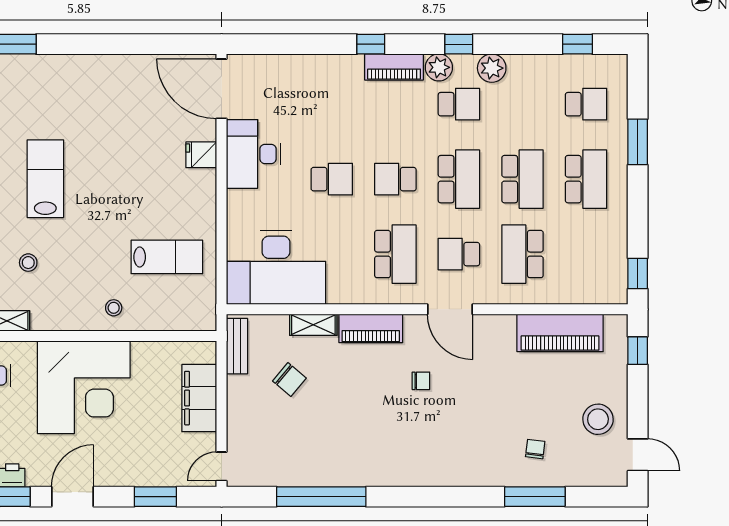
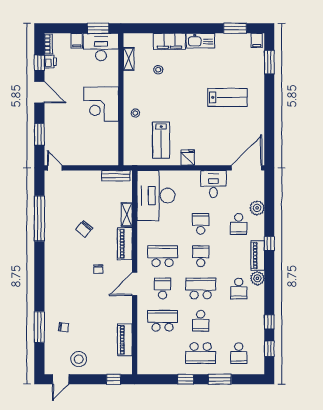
window: (459, 44) -> (269, 322), moved
plant: (492, 68) -> (257, 208), moved
school desk: (332, 104) -> (239, 224), added
desk: (253, 154) -> (213, 184), width x0.73
fridge: (201, 155) -> (188, 158), moved
lab bench: (45, 179) -> (227, 97), moved
school desk: (332, 179) -> (201, 224), turned 180
school desk: (459, 179) -> (201, 288), turned 180
school desk: (522, 179) -> (201, 321), width x0.54
school desk: (395, 254) -> (163, 256), turned 180
window: (638, 273) -> (186, 379), moved
piano: (560, 333) -> (125, 340), width x0.73, depth x0.75
chair: (289, 380) -> (84, 229), moved
corner desk: (84, 387) -> (101, 104), width x0.74, depth x0.74
filing cabinet: (199, 398) -> (89, 157), removed

